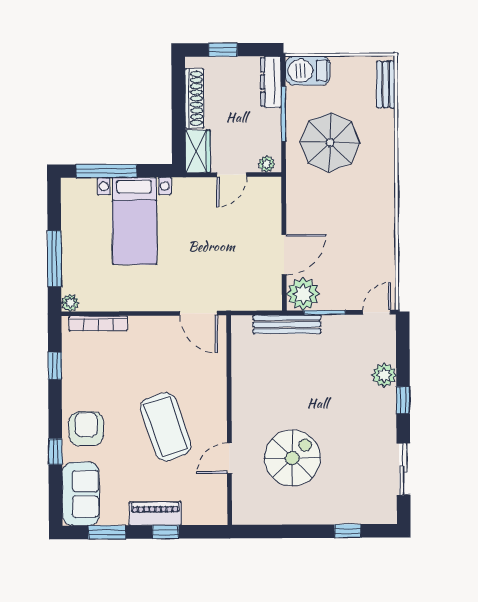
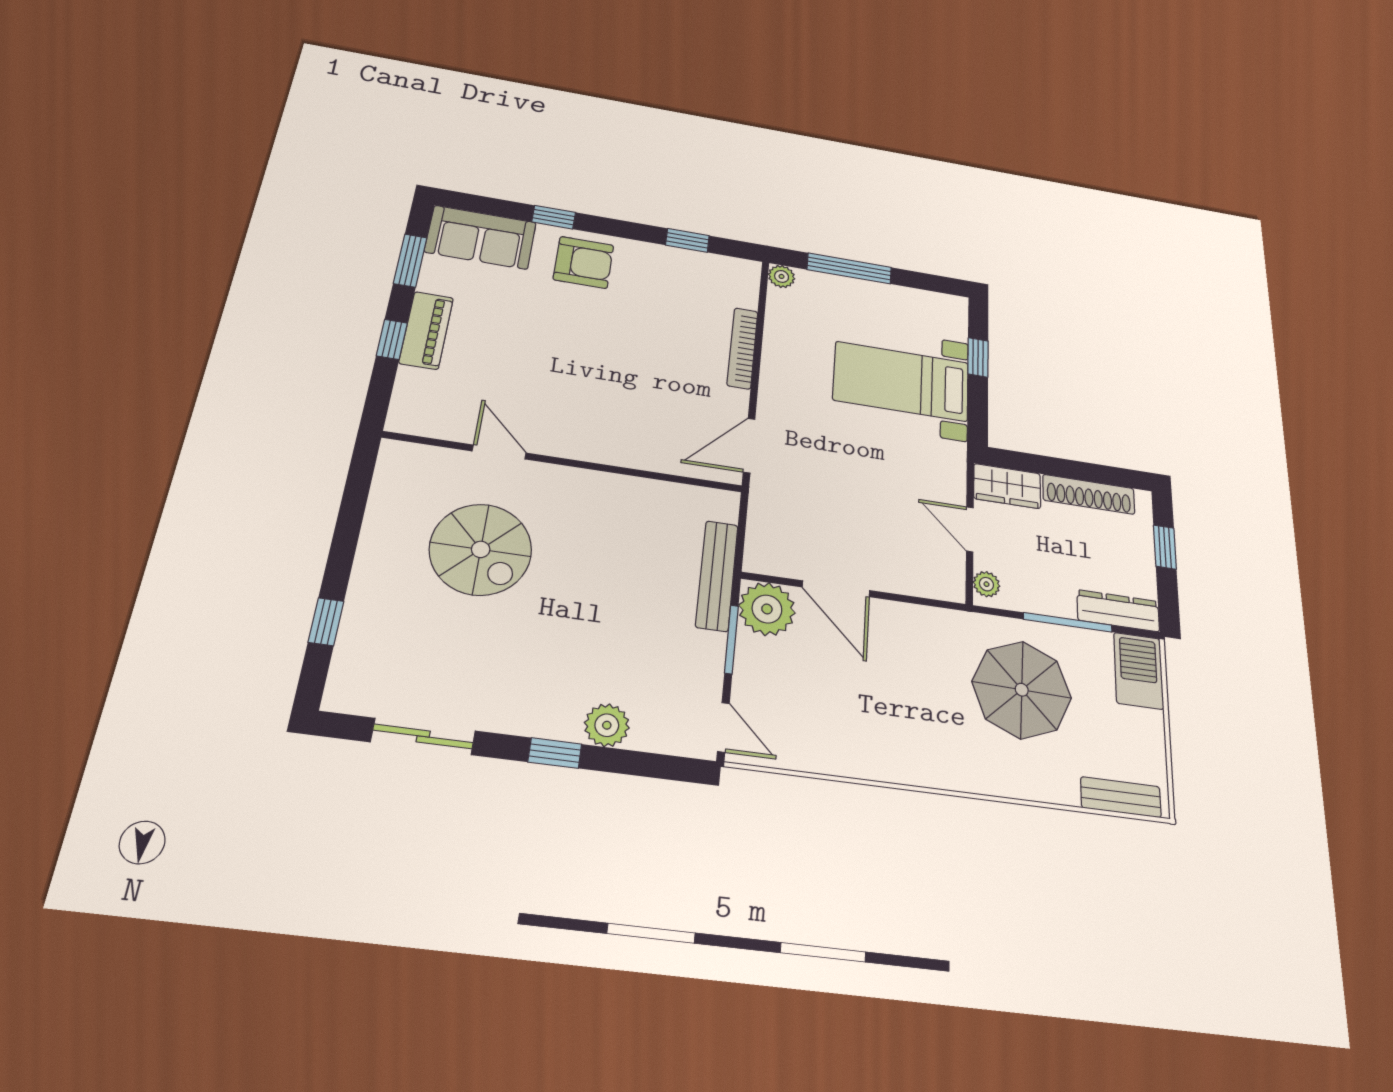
window: (107, 171) -> (978, 357), width x0.46
bookcase: (98, 323) -> (742, 348), moved
coffee table: (166, 427) -> (569, 369), removed

